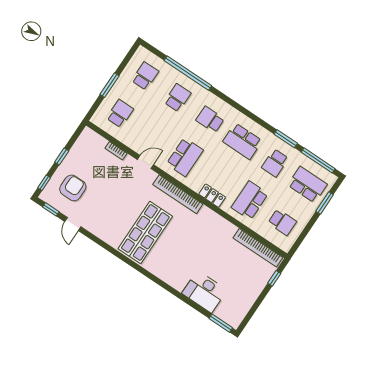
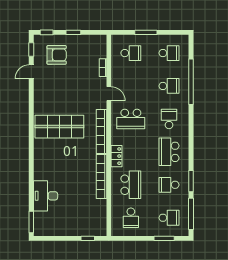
school desk: (307, 185) -> (169, 218), width x0.54
school desk: (250, 200) -> (131, 185), turned 90
bookcase: (258, 248) -> (102, 177), moved

